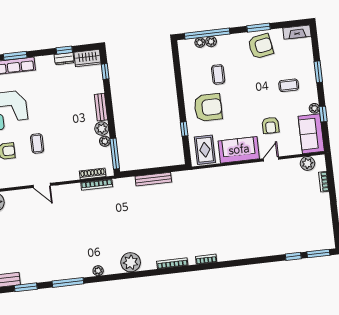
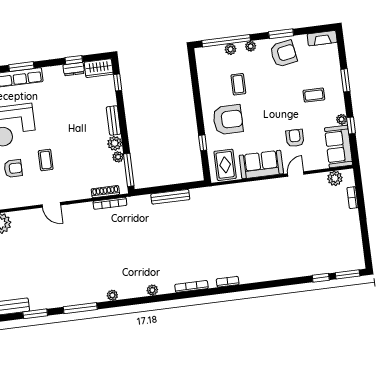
plant: (200, 43) -> (251, 46), moved
armchair: (270, 125) -> (295, 138), turned 180
plant: (131, 262) -> (152, 290), width x0.53, depth x0.53

